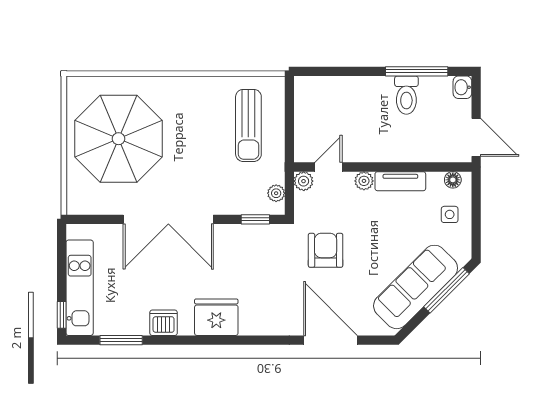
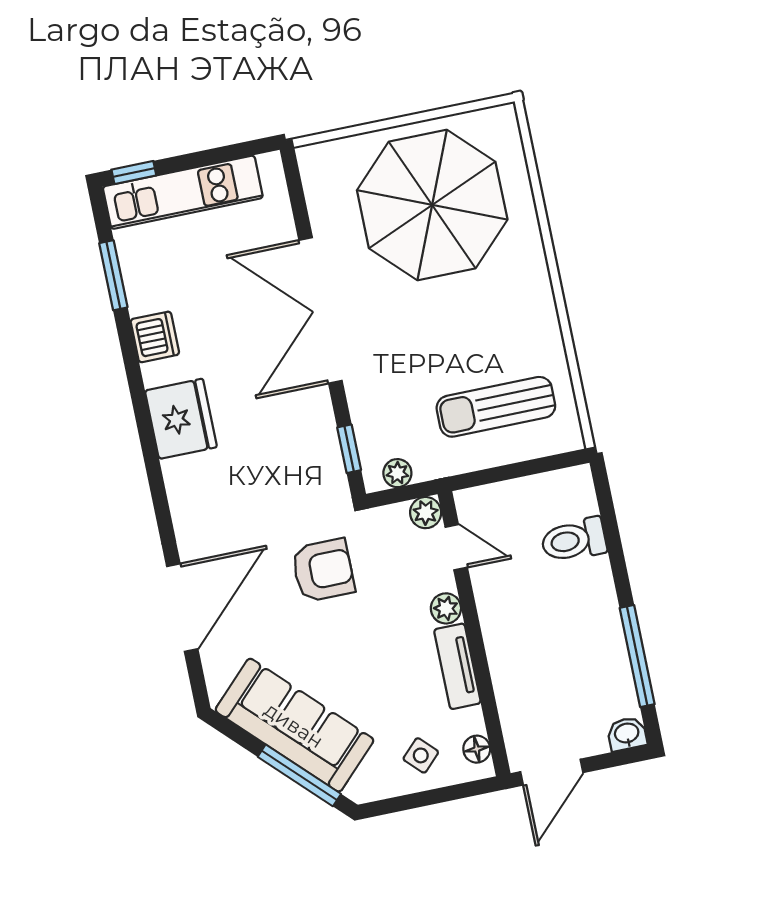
toilet: (406, 95) -> (574, 540), moved
side table: (450, 214) -> (421, 755), turned 45

